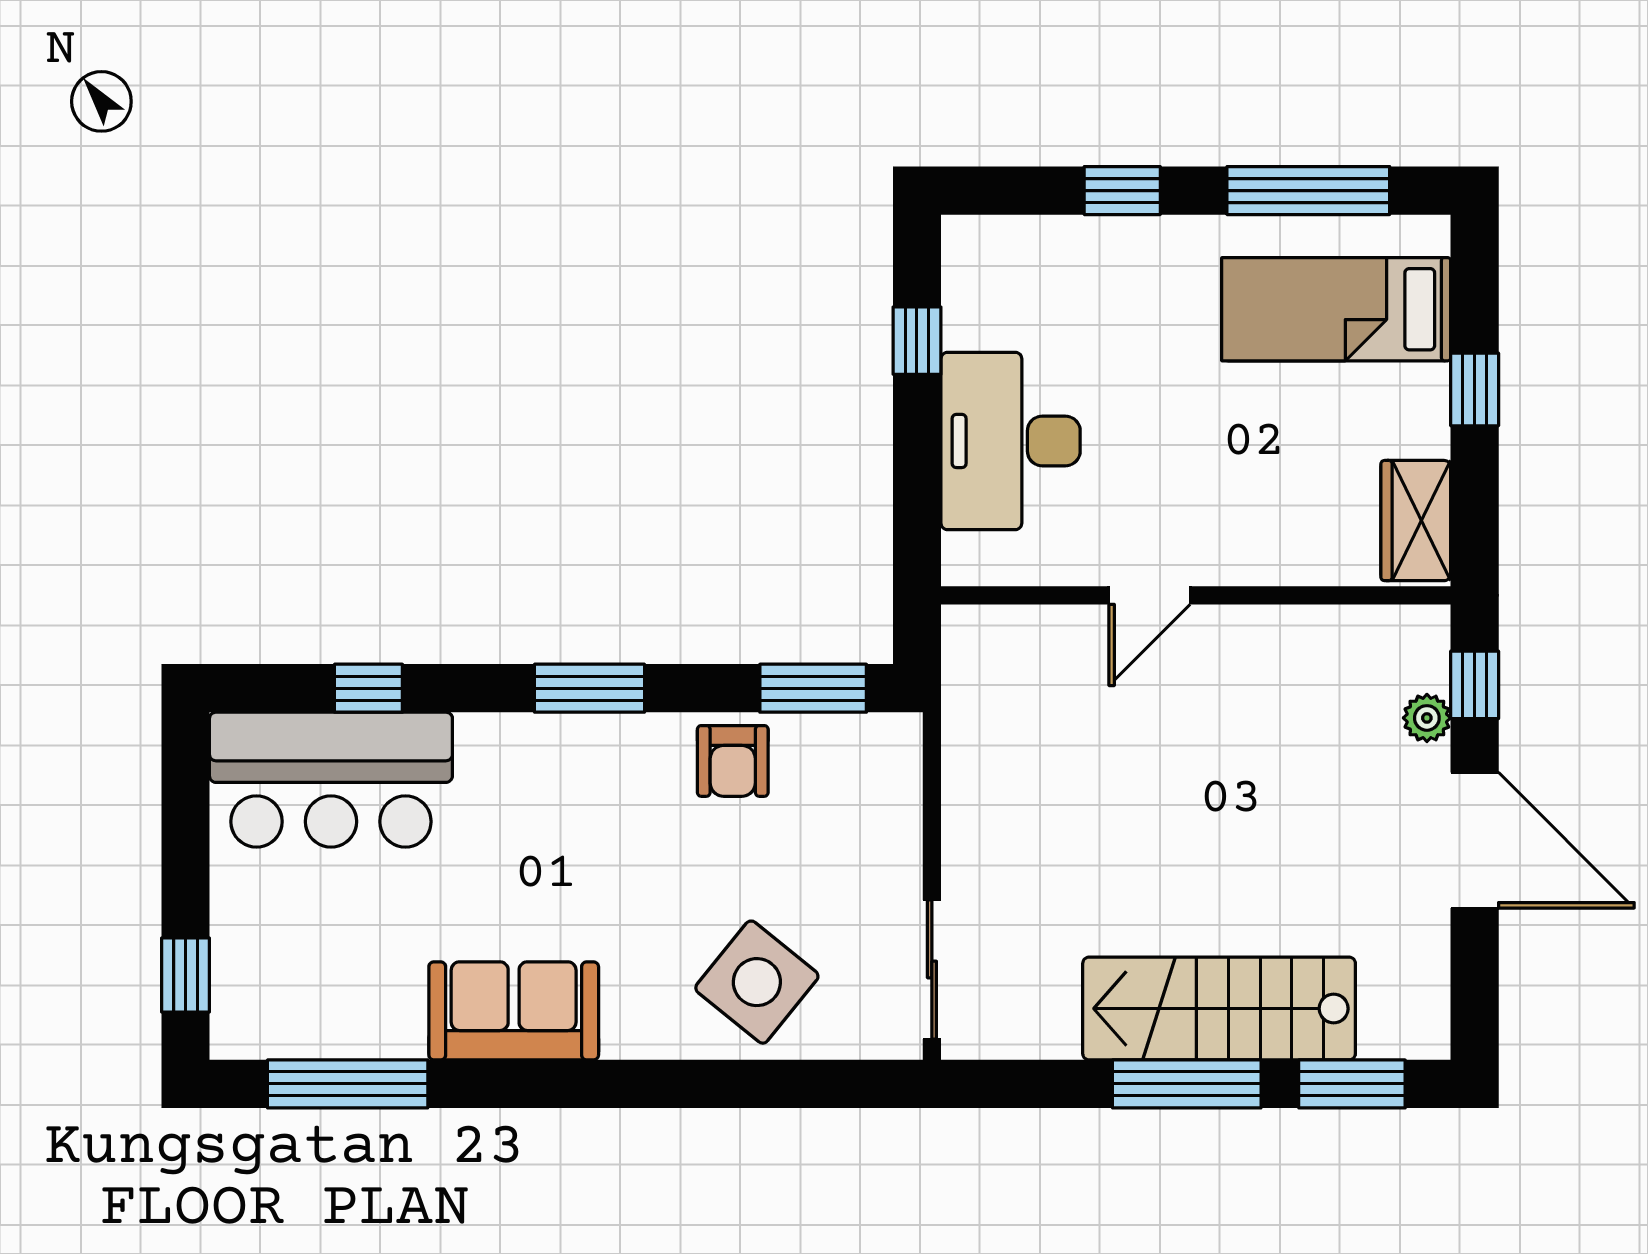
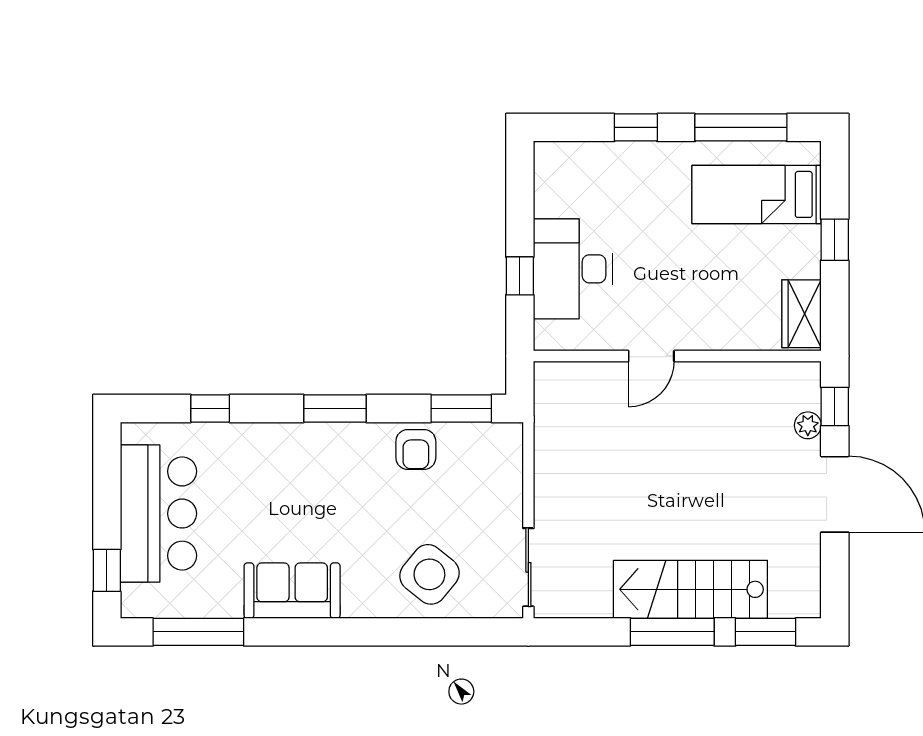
window: (917, 341) -> (520, 276), moved
bar counter: (331, 780) -> (158, 514), moved, turned -90

